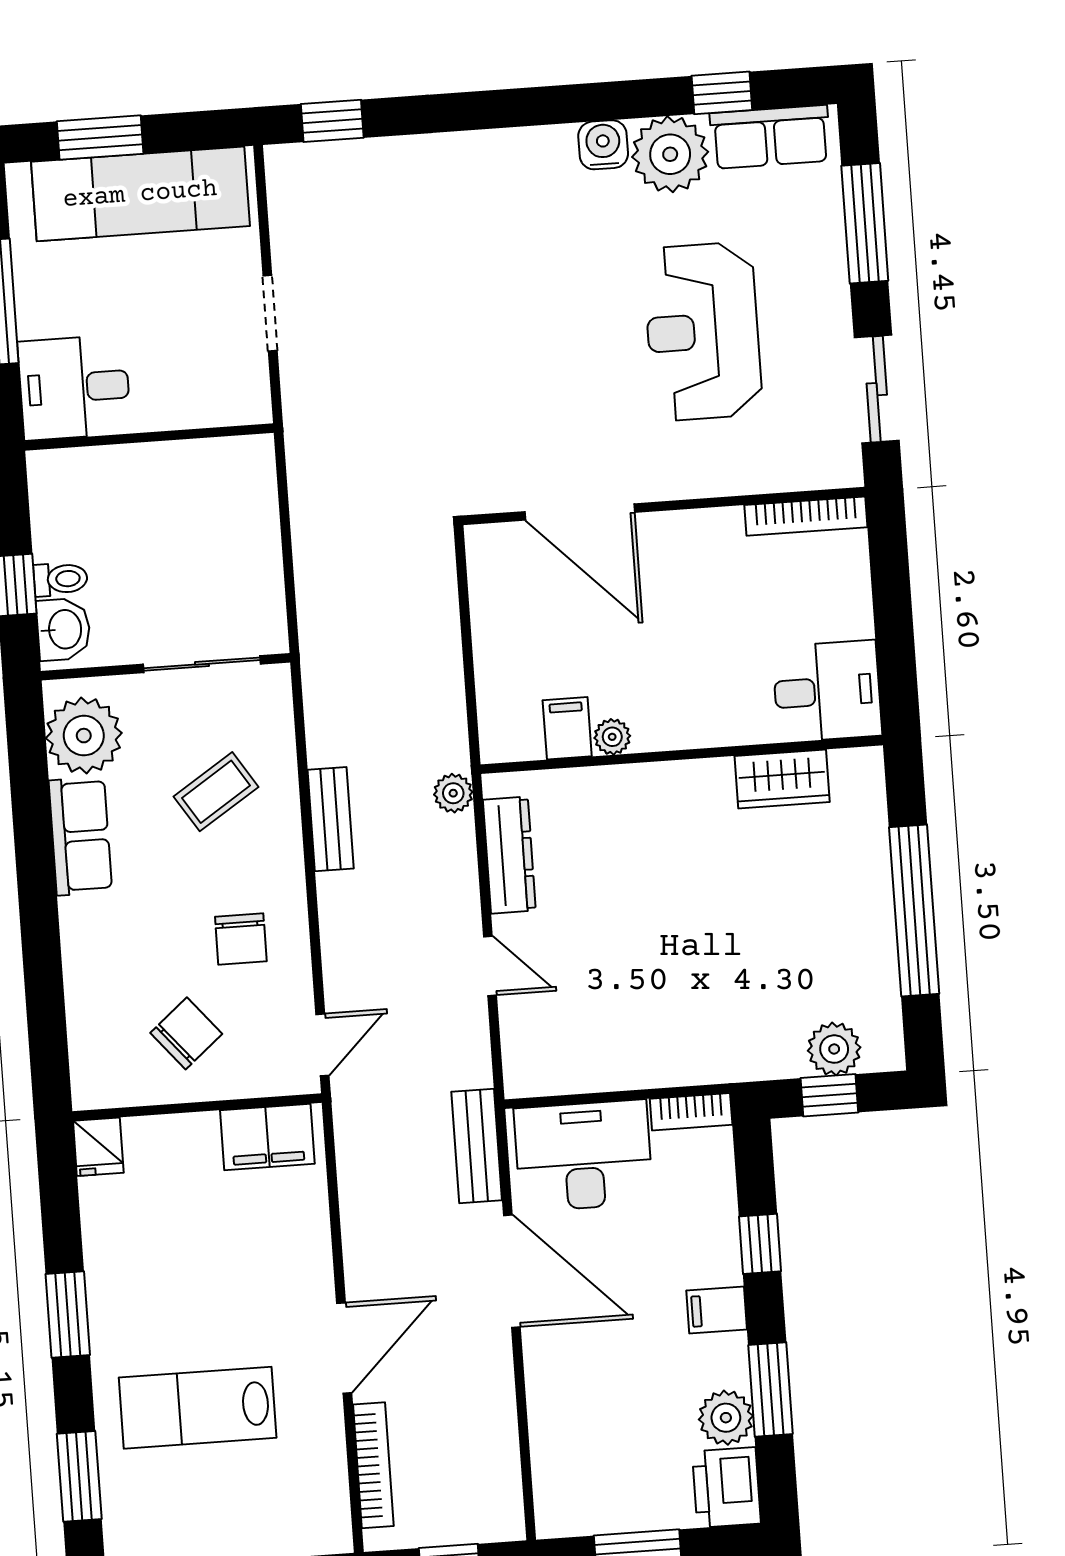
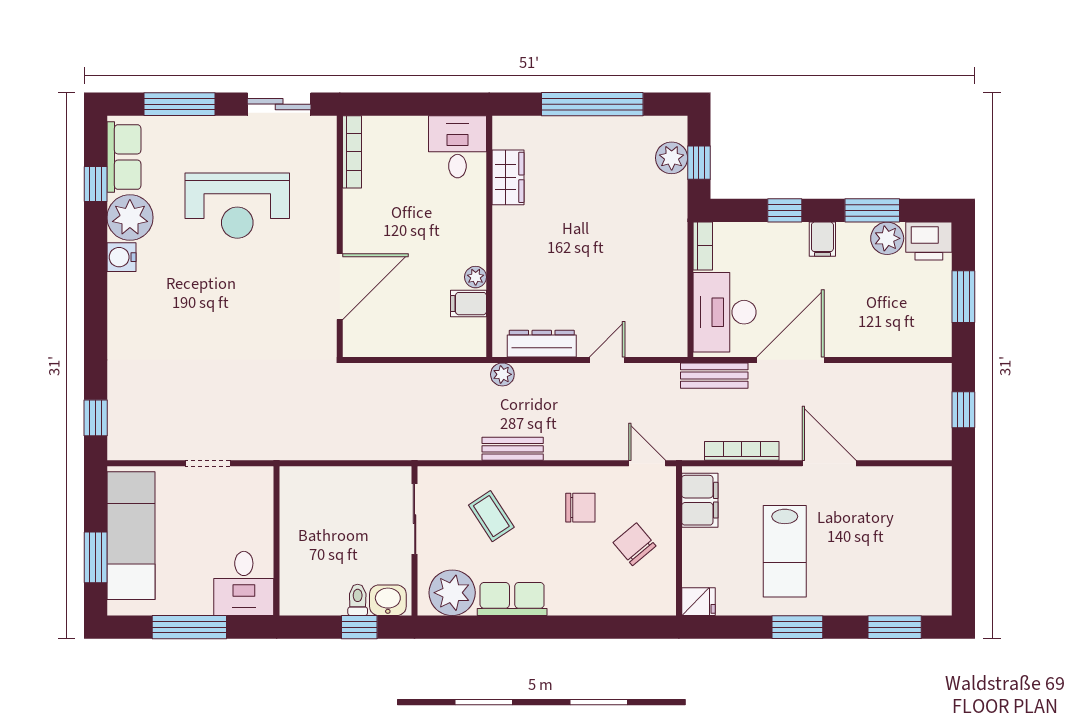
lab bench: (198, 1408) -> (785, 551), moved
bookcase: (373, 1465) -> (742, 451), moved

